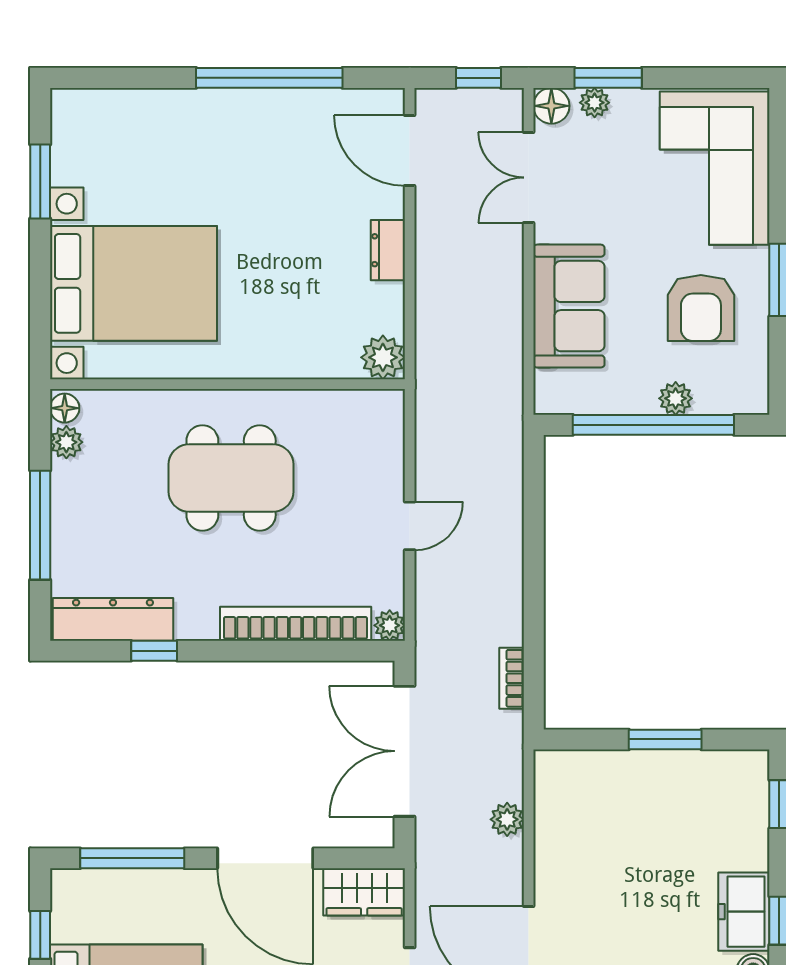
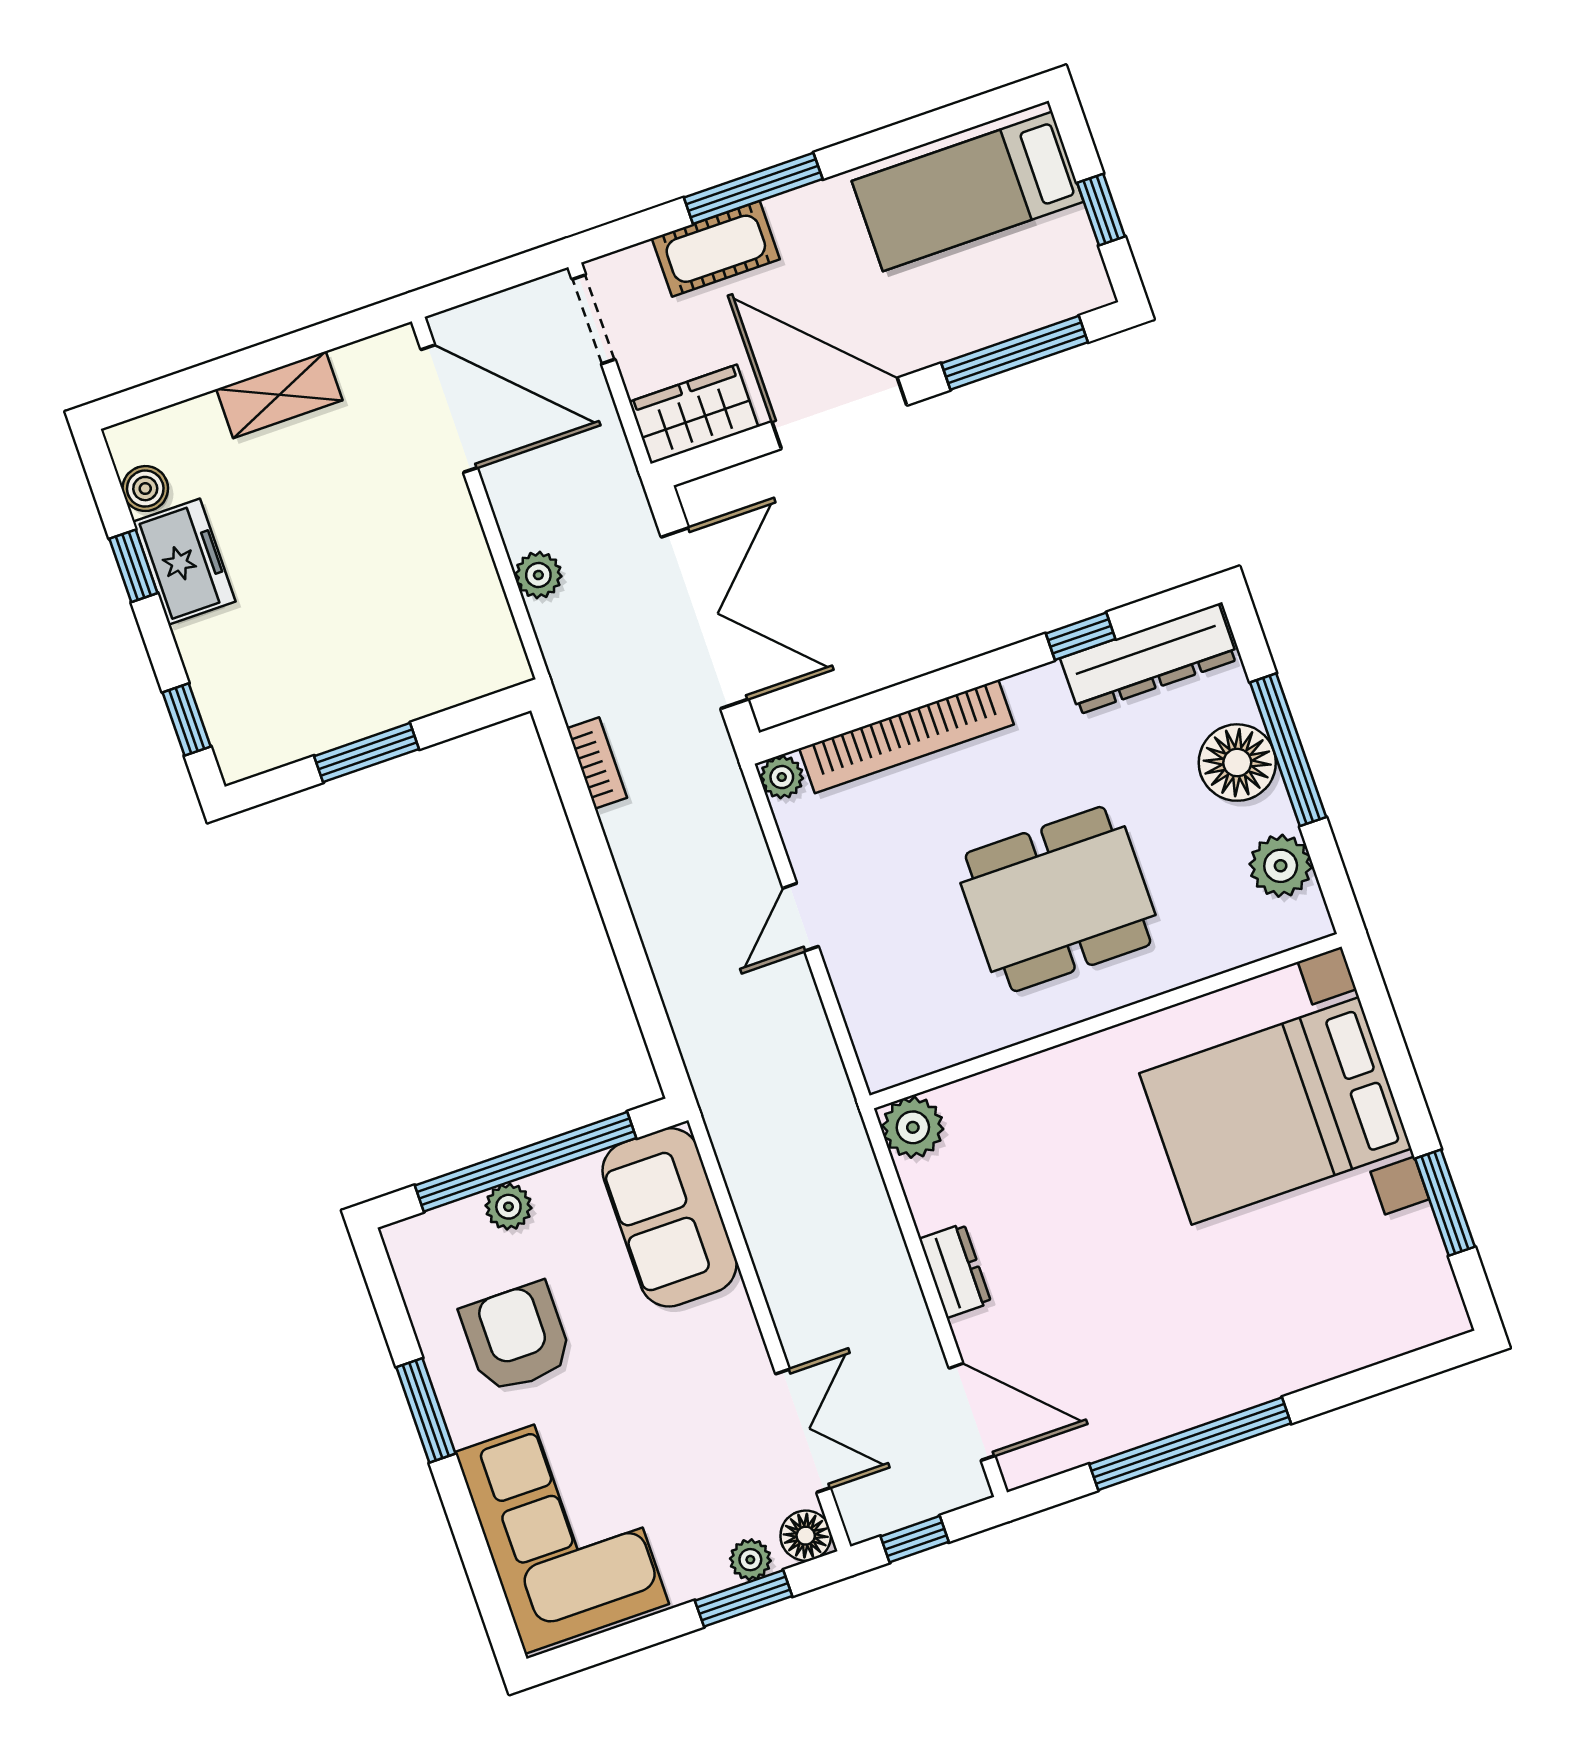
sofa: (569, 306) -> (670, 1217), moved
floor lamp: (65, 408) -> (1237, 763), moved, width x1.89, depth x1.89
plant: (66, 442) -> (1281, 866), width x1.38, depth x1.38

